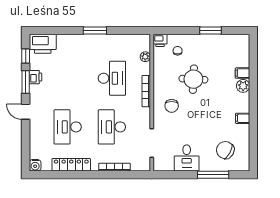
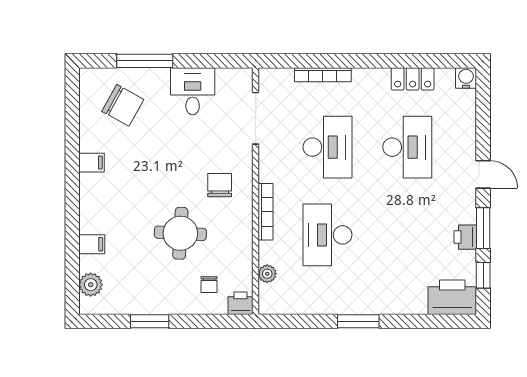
plant: (243, 86) -> (91, 285), moved
locker: (71, 165) -> (413, 79), width x0.66

